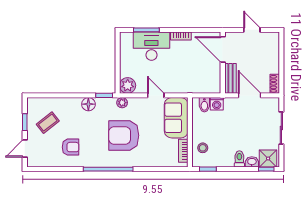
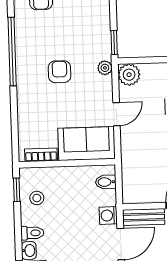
floor lamp: (88, 104) -> (101, 21), removed
washing machine: (217, 104) -> (108, 215), moved
armchair: (124, 135) -> (60, 72), width x0.53, depth x0.53
stool: (203, 148) -> (37, 198), moved

